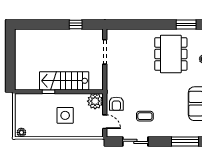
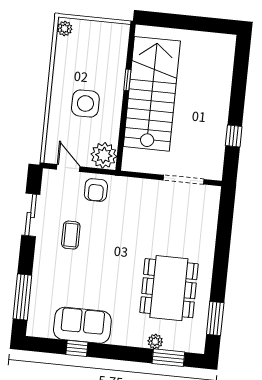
dining table: (171, 54) -> (169, 288), turned 90
stairs: (64, 81) -> (152, 94), width x1.36, depth x1.51
armchair: (116, 104) -> (96, 190), turned -90
door: (105, 122) -> (68, 168), swing flipped

